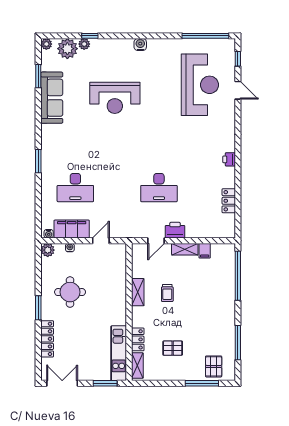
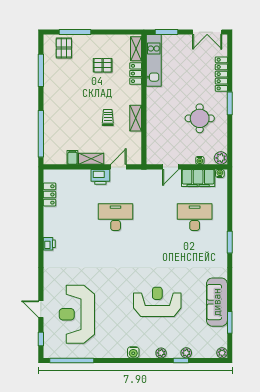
plant: (67, 49) -> (161, 353), moved, width x0.53, depth x0.53
locker: (229, 201) -> (50, 194), moved

